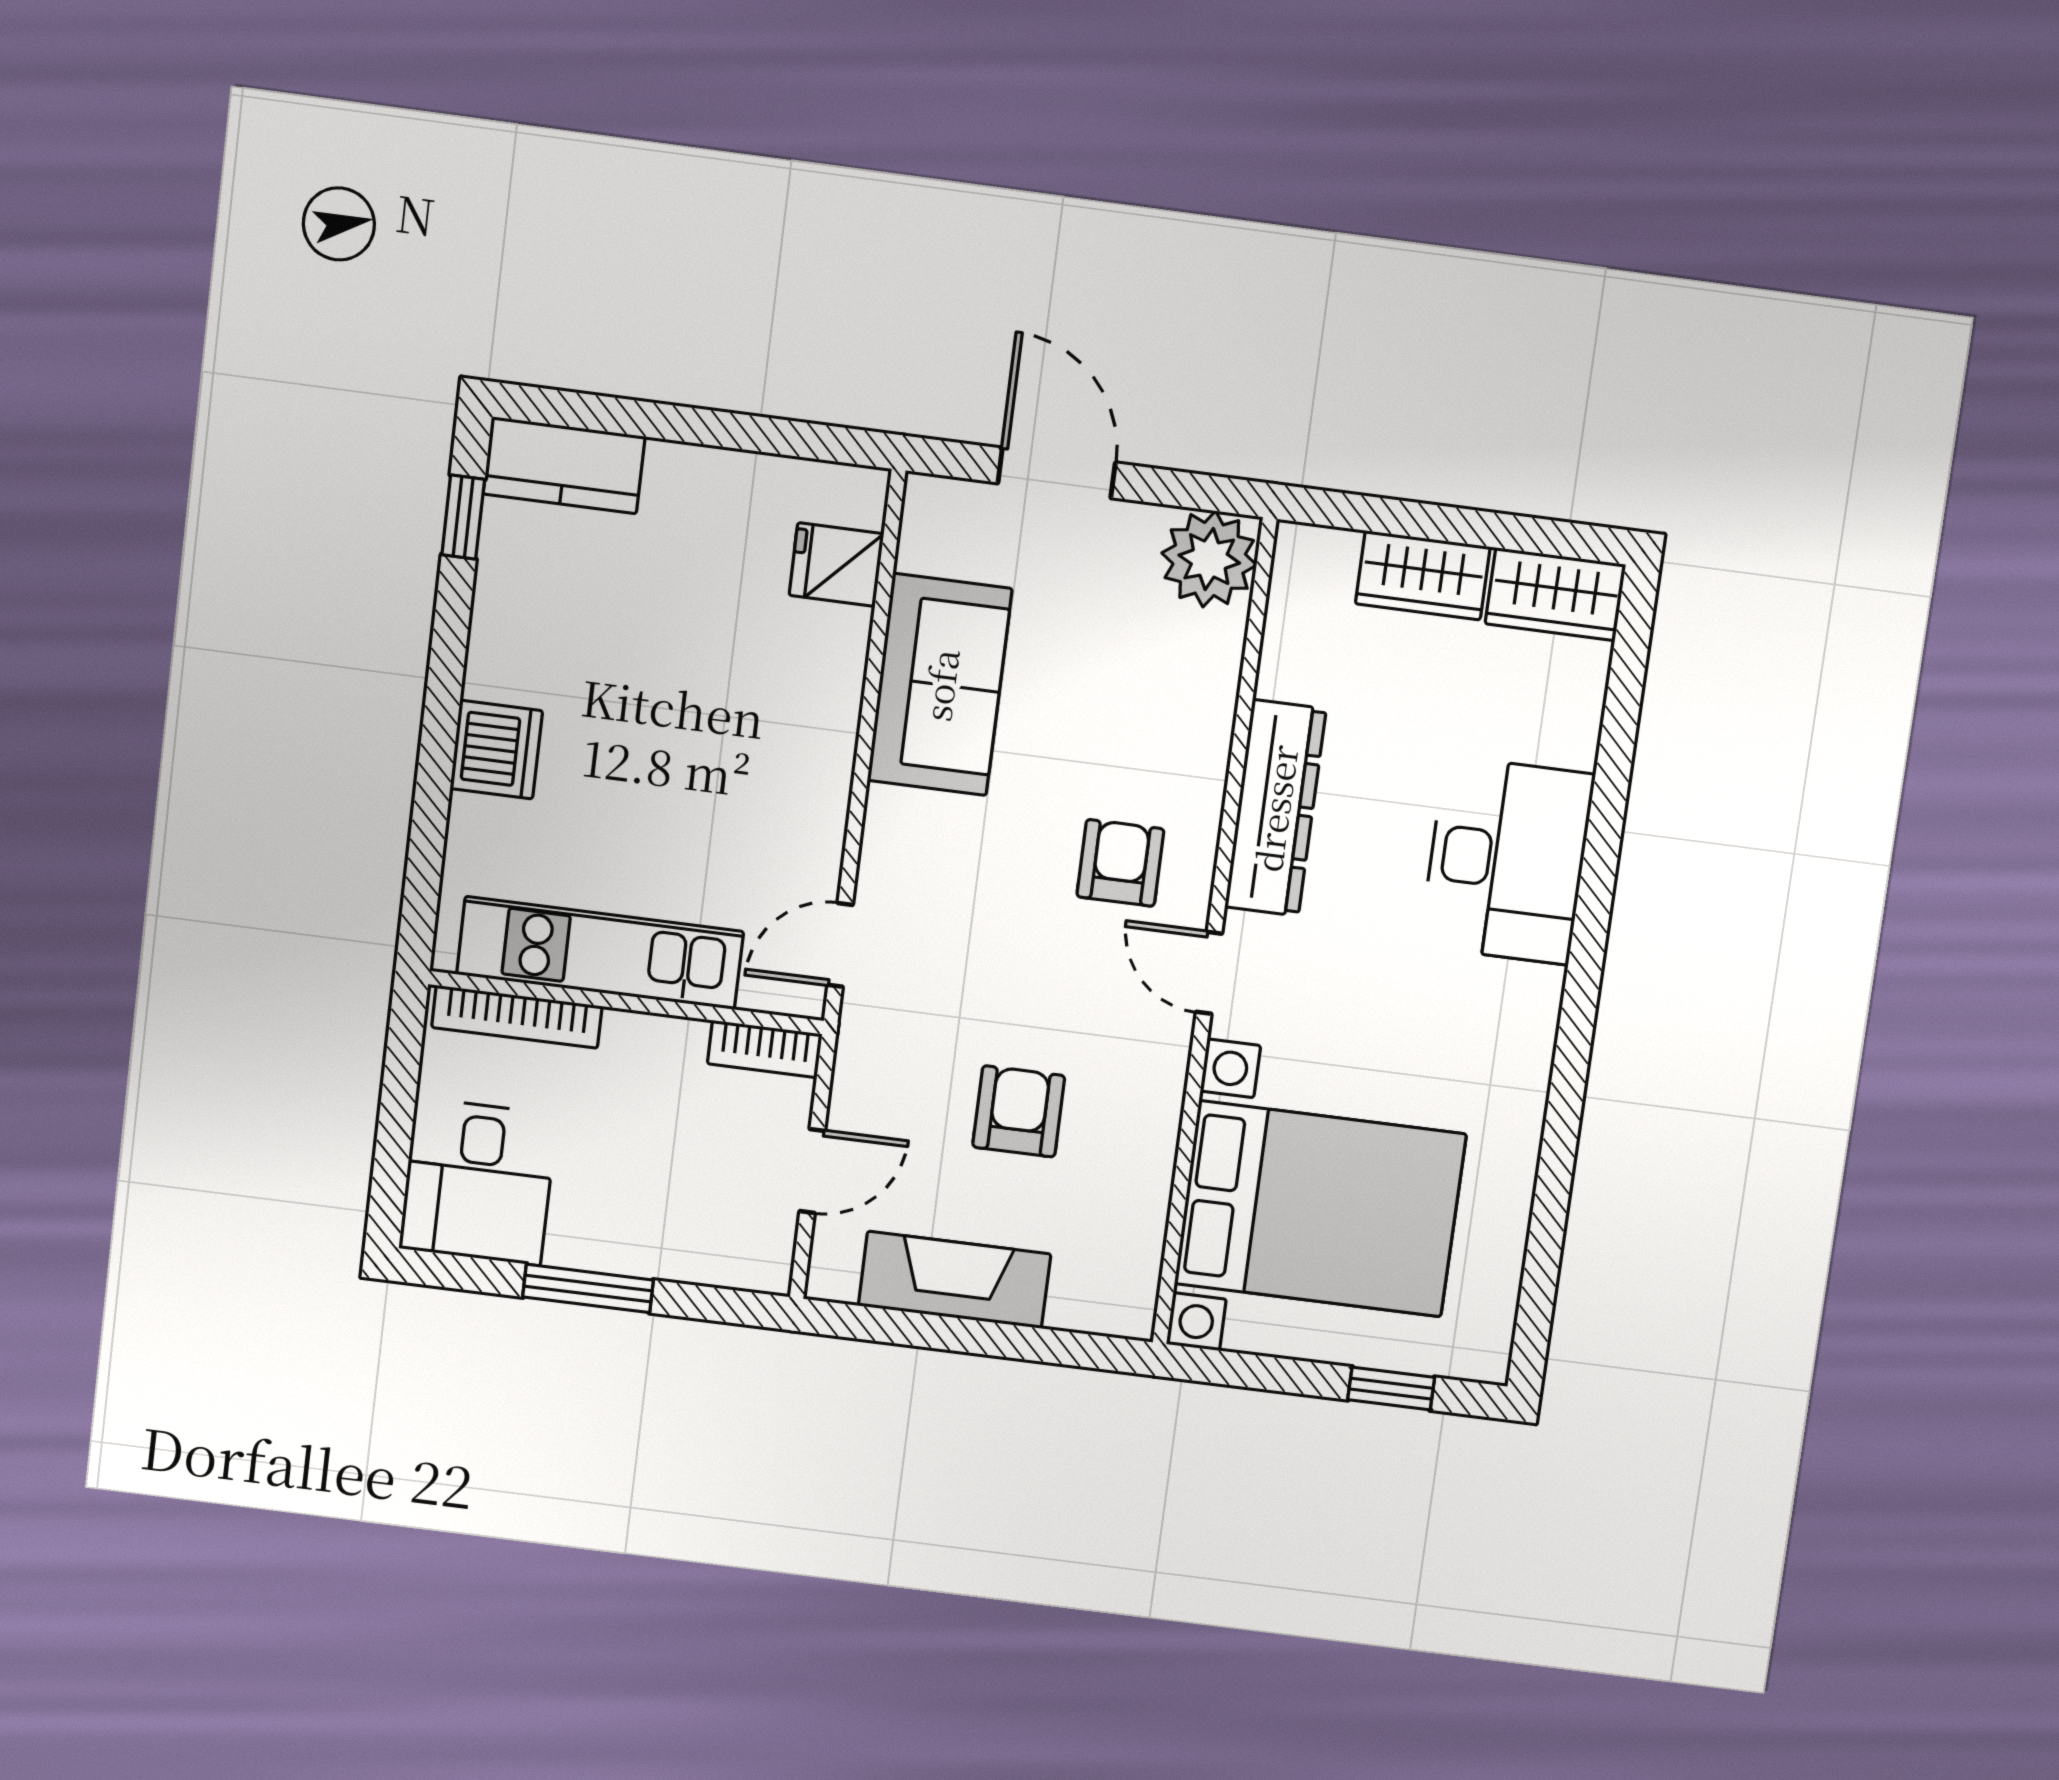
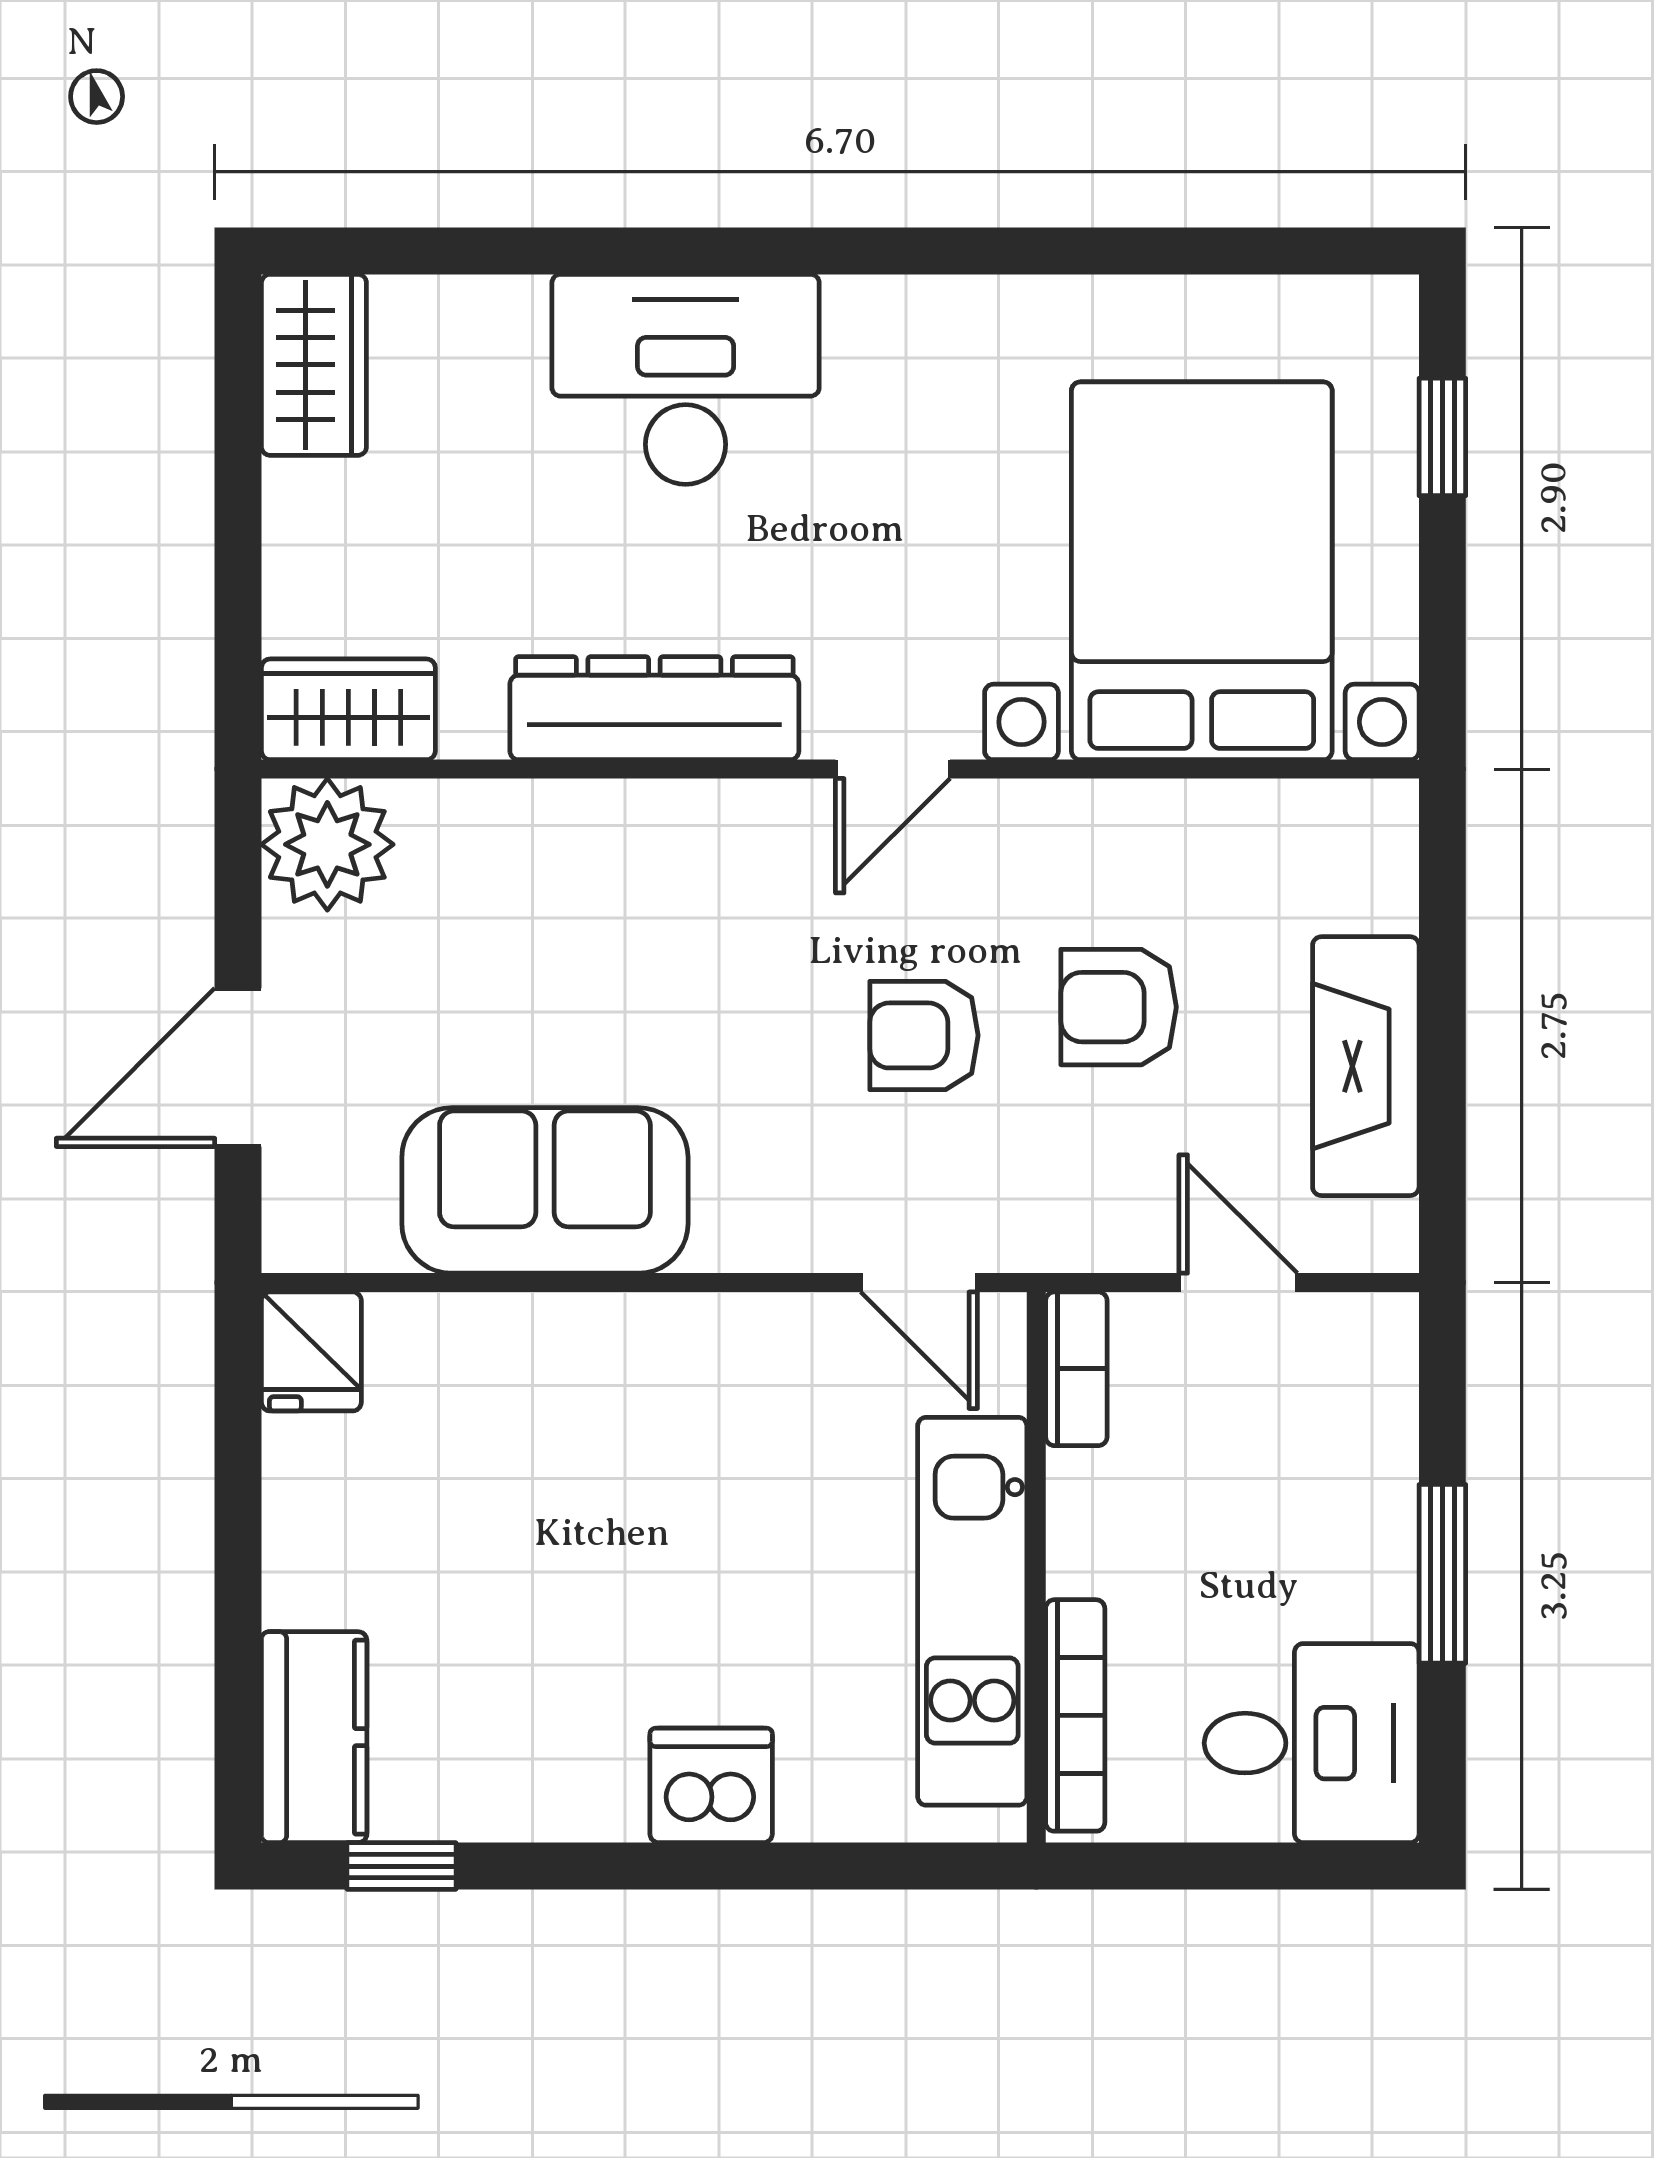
fridge: (836, 565) -> (311, 1351), moved
wardrobe: (1423, 575) -> (348, 709), moved, turned -90
armchair: (1120, 863) -> (924, 1035), moved

